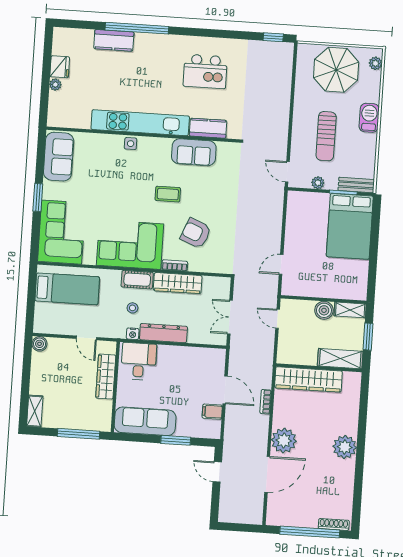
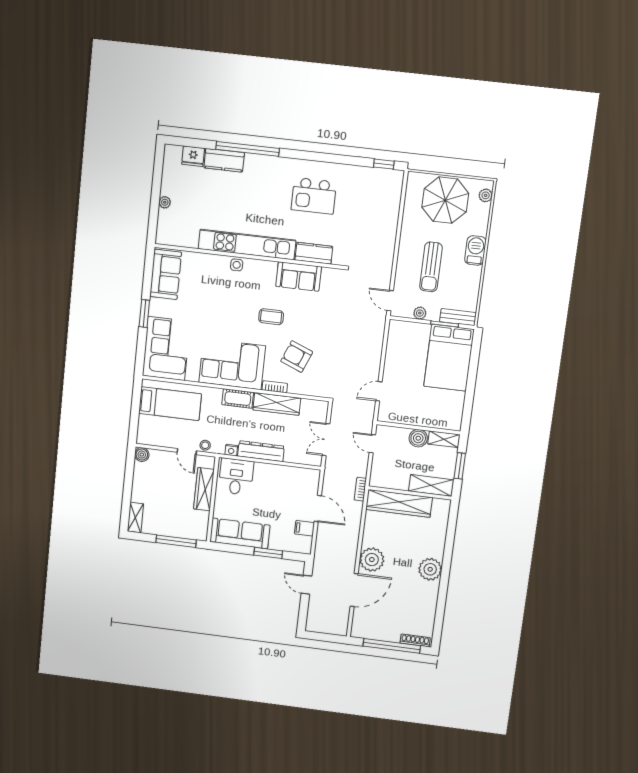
fridge: (60, 67) -> (193, 156), moved, turned 90
stool: (132, 308) -> (205, 445), moved
bookcase: (266, 402) -> (360, 489), moved

